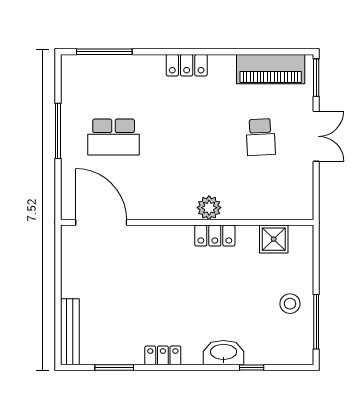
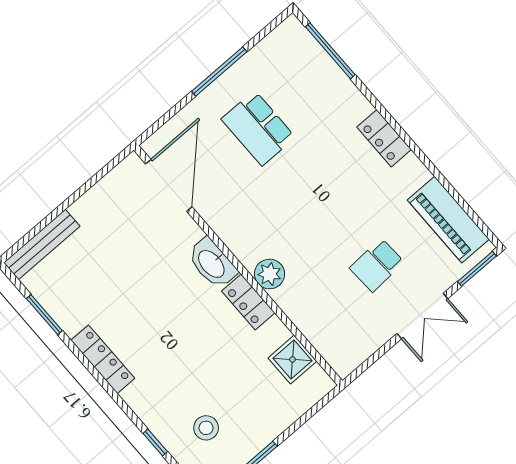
stool: (290, 304) -> (206, 428), moved
washbasin: (223, 353) -> (212, 263), moved, turned 180
locker: (163, 355) -> (103, 359), width x1.53

